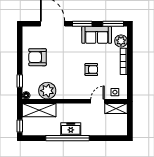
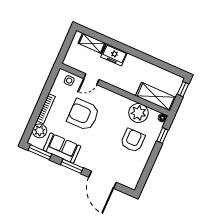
armchair: (37, 57) -> (133, 140), moved, turned -90
armchair: (91, 70) -> (83, 115), width x1.88, depth x1.88
shelving: (116, 108) -> (92, 43), moved
freezer: (71, 129) -> (114, 55), moved
window: (67, 138) -> (139, 55), removed

